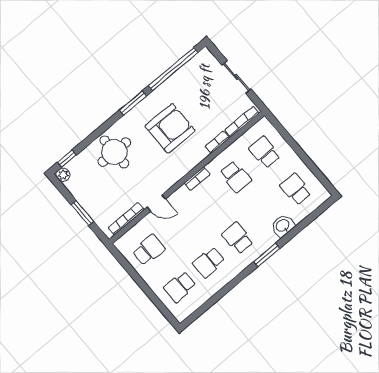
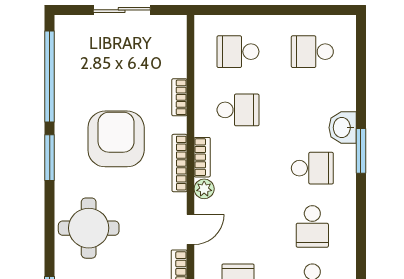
bookcase: (242, 122) -> (179, 163), moved
plant: (182, 193) -> (204, 189), added
washbasin: (283, 226) -> (343, 128), moved
school desk: (238, 238) -> (312, 168), turned 180

